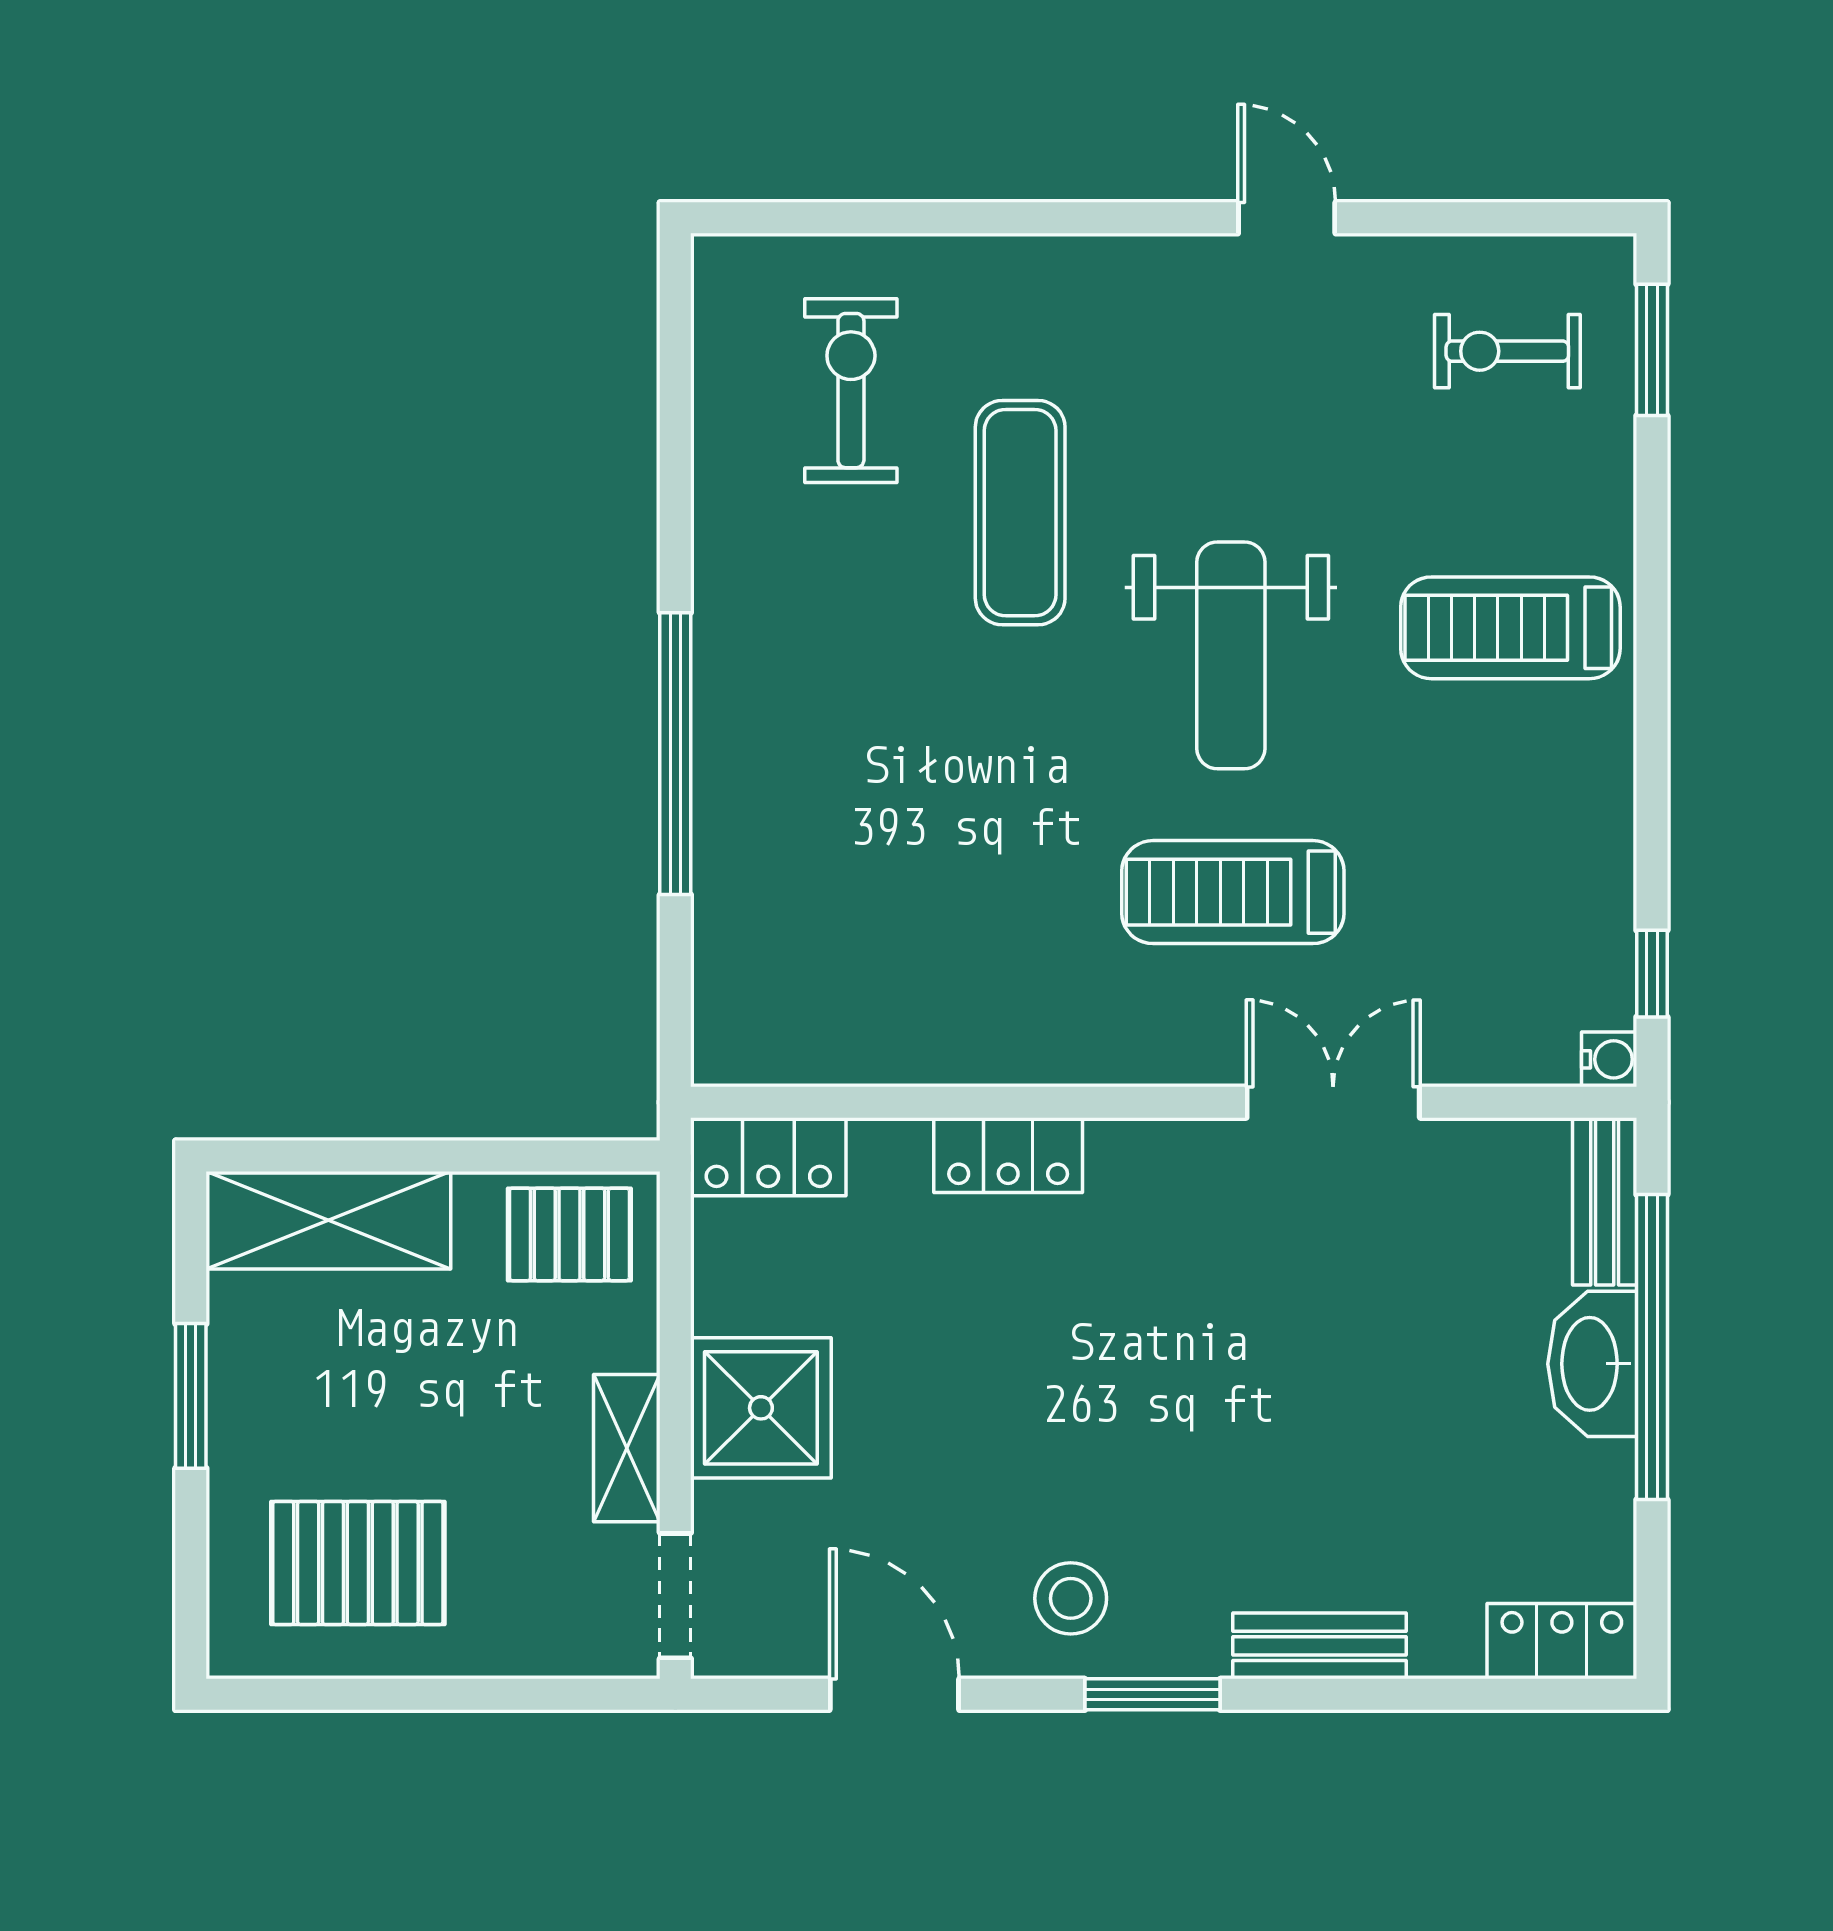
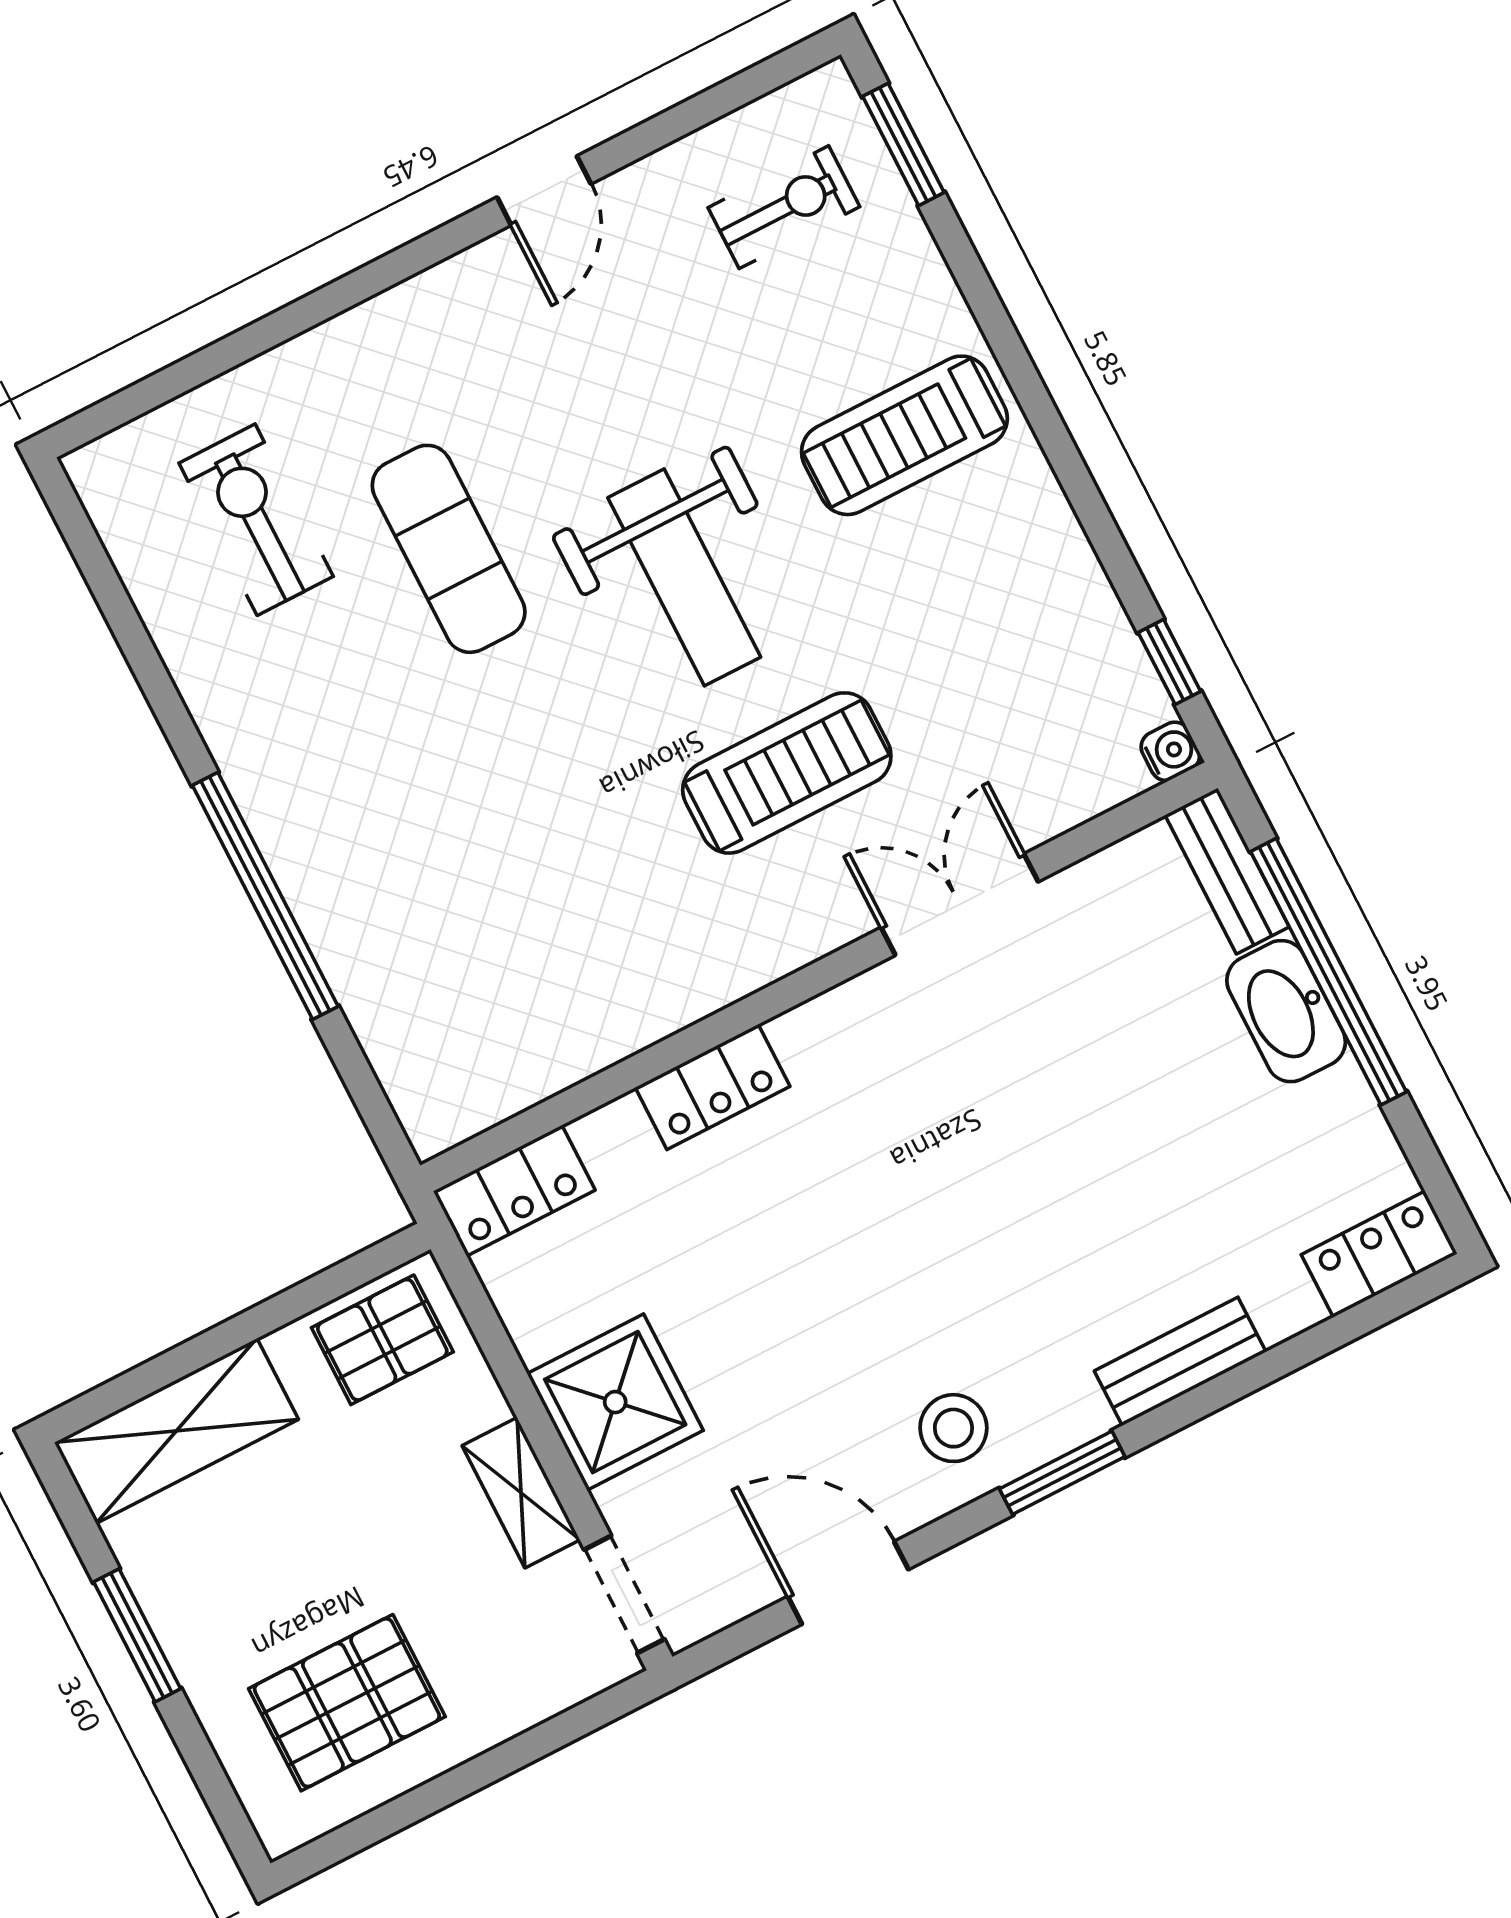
door: (1287, 218) -> (544, 191), swing flipped
exercise bike: (1507, 351) -> (784, 207), turned 180
treadmill: (1233, 892) -> (787, 773), turned 180

